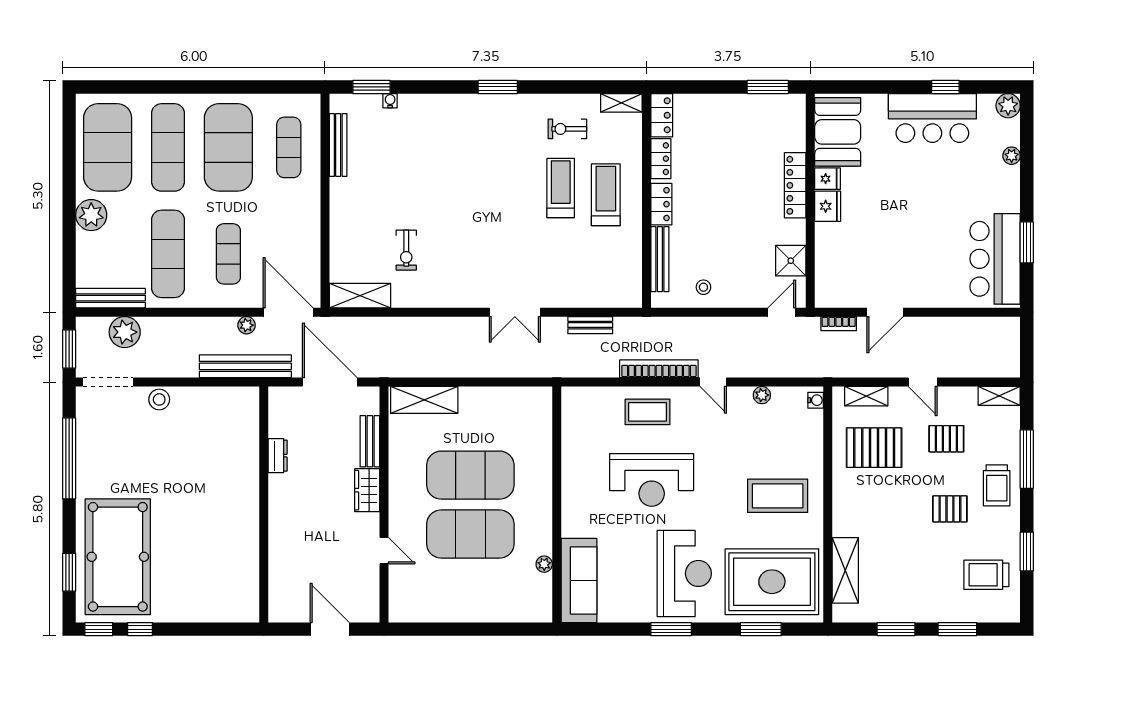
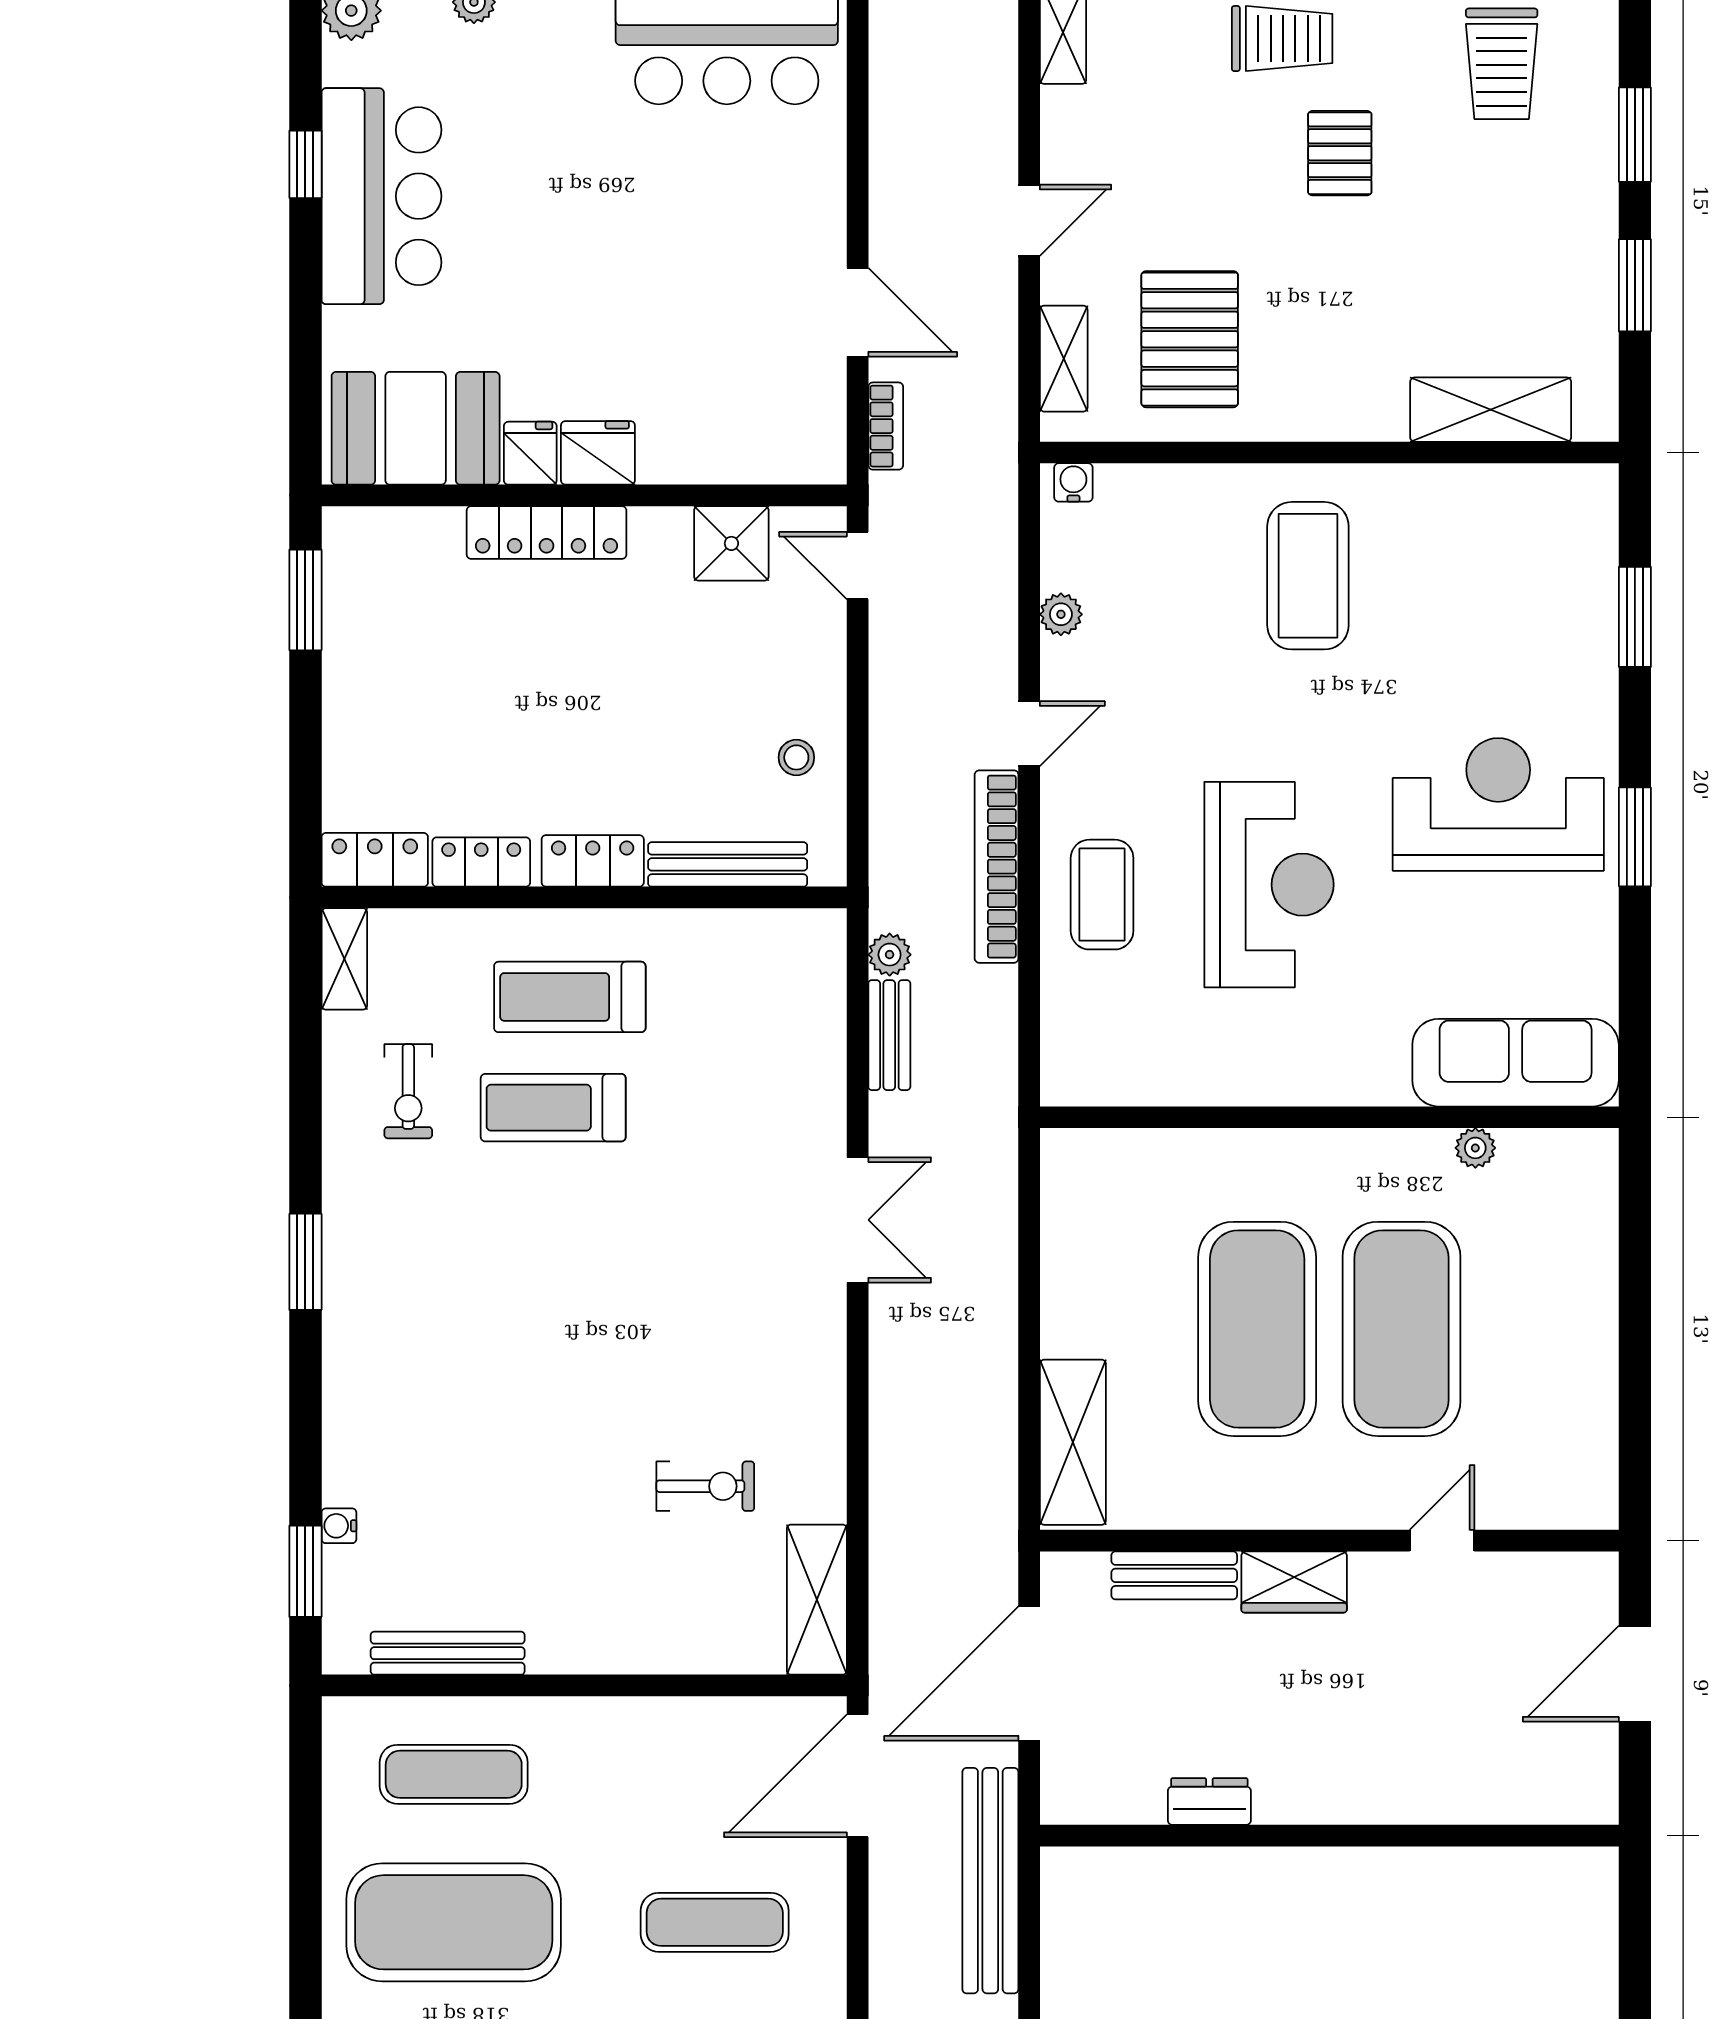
plant: (247, 325) -> (890, 955), moved
pallet: (946, 439) -> (1168, 162), removed
rug: (772, 582) -> (1518, 590), removed

